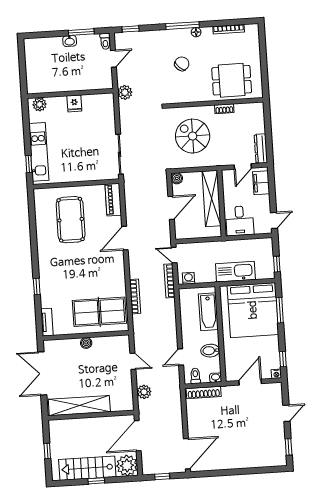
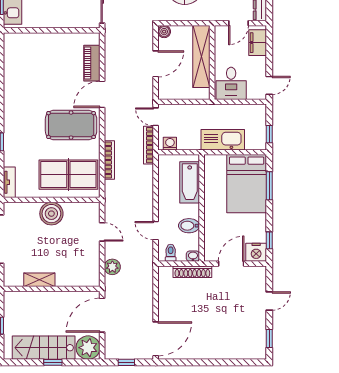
piano: (113, 200) -> (92, 63), moved
pool table: (71, 220) -> (71, 125), moved, turned 90
bed: (253, 310) -> (247, 184), width x0.73
boiler: (86, 343) -> (51, 214), width x1.86, depth x1.86
door: (181, 357) -> (156, 231), hinge flipped
nightstand: (276, 374) -> (256, 252), width x1.89, depth x1.79
shoe rack: (204, 392) -> (192, 272), moved
shelving: (79, 406) -> (39, 280), width x0.45, depth x0.75

